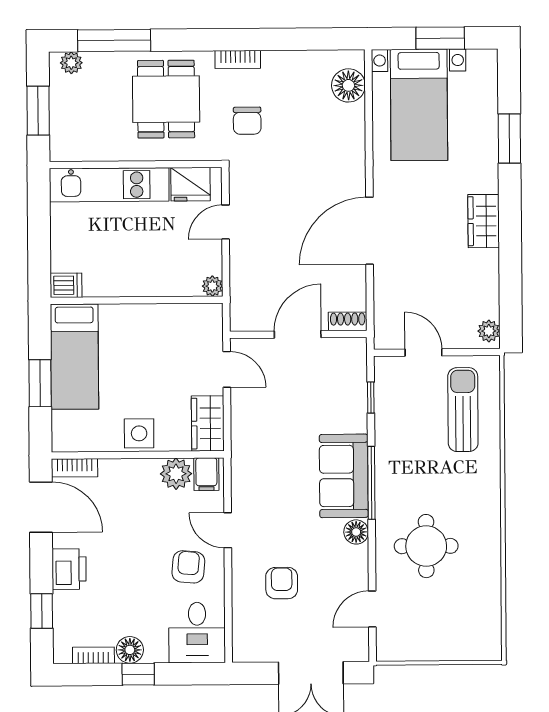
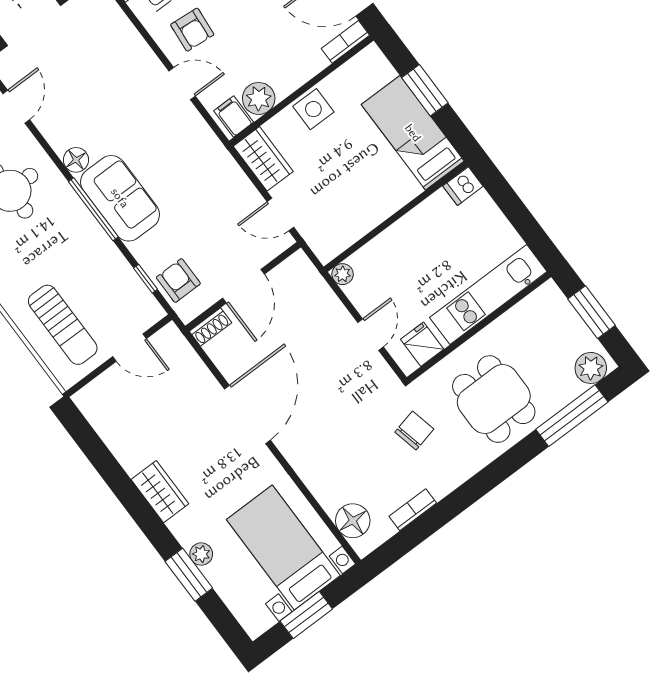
bookcase: (238, 59) -> (413, 510), moved
plant: (71, 63) -> (591, 368), width x1.38, depth x1.38
chair: (247, 121) -> (414, 431), turned 77
fridge: (191, 184) -> (422, 344), width x0.72
plant: (489, 331) -> (201, 554), moved
armchair: (282, 583) -> (178, 280), moved, turned 180

